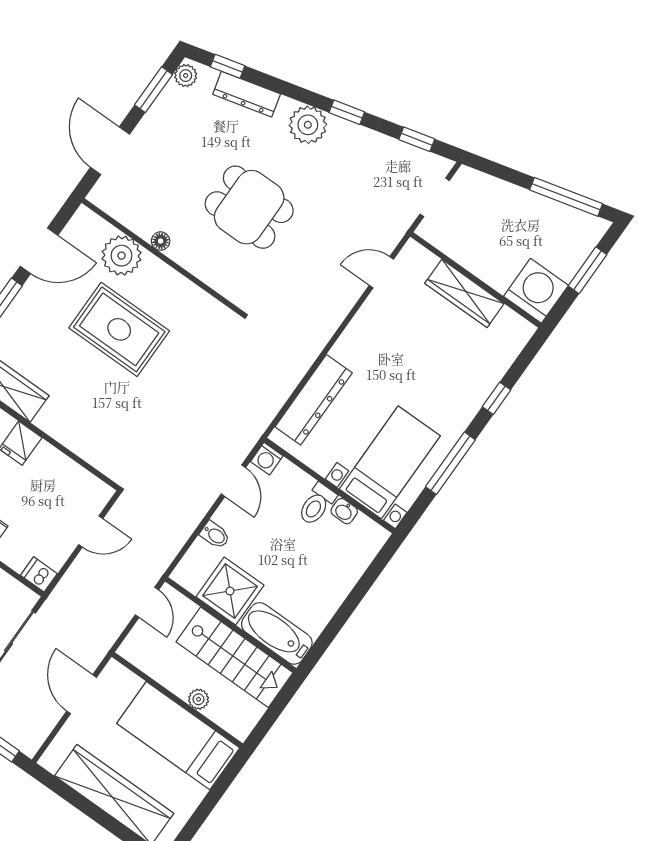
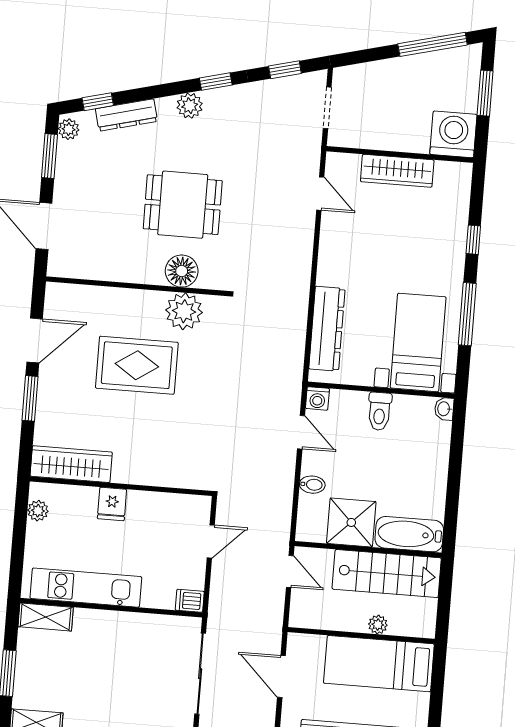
plant: (308, 125) -> (190, 106), width x0.73, depth x0.73
floor lamp: (161, 241) -> (182, 271), moved, width x1.89, depth x1.89
plant: (121, 256) -> (184, 311), moved
door: (381, 272) -> (320, 194), swing flipped
washbasin: (344, 511) -> (444, 409), moved, turned 90

